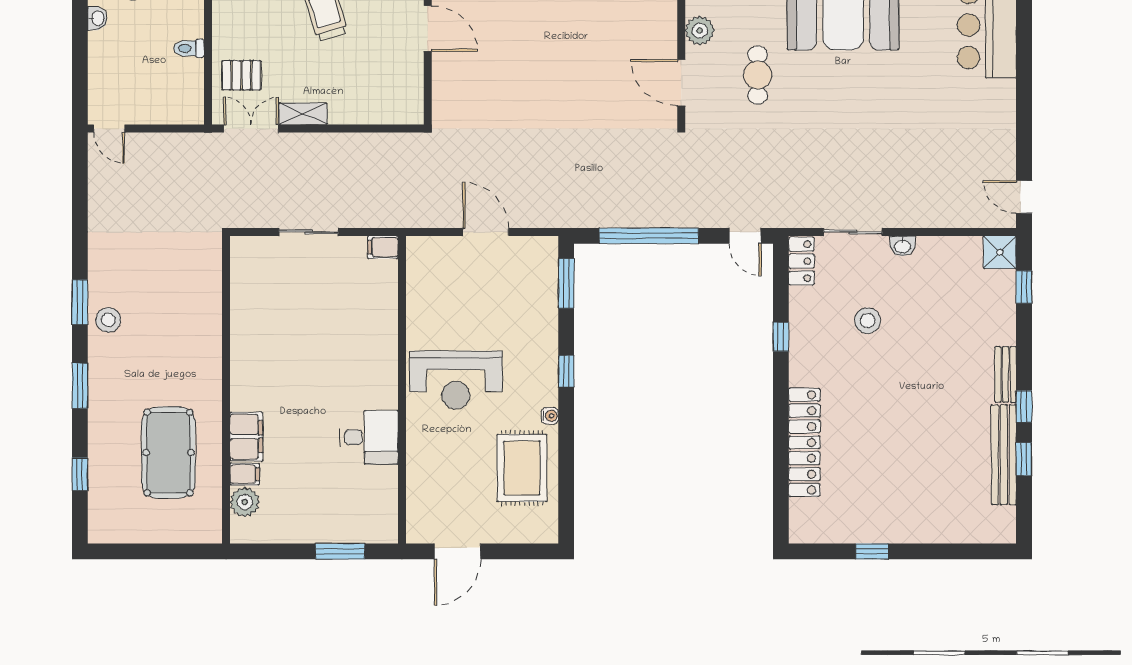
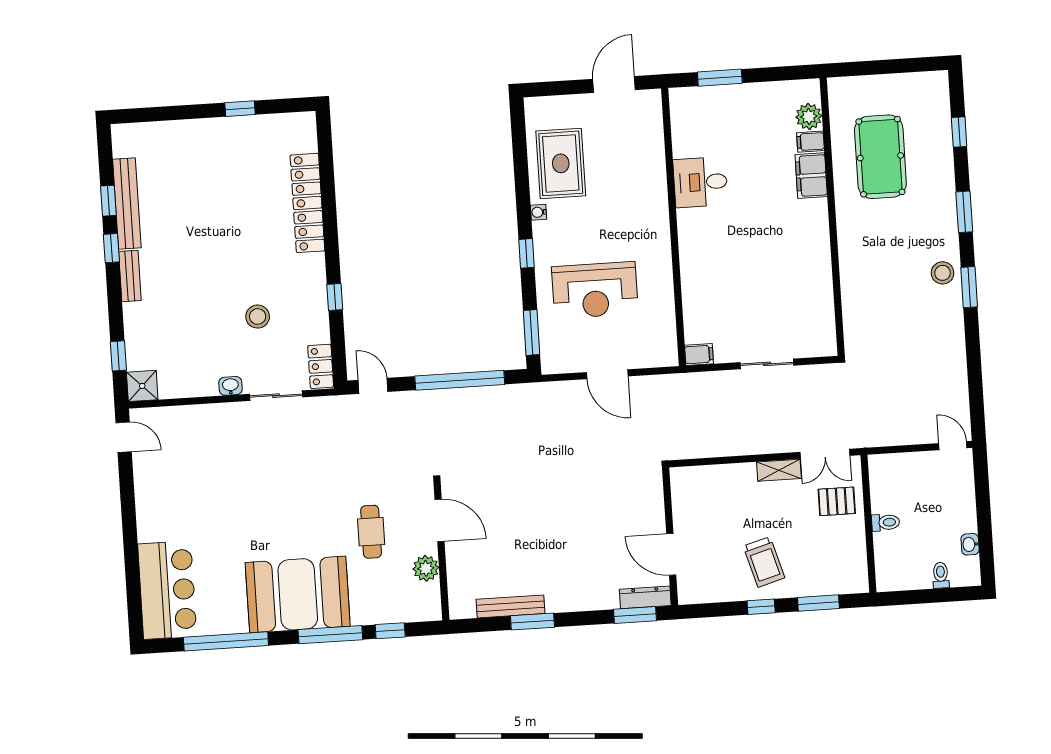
reception desk: (456, 380) -> (595, 290), moved, turned 180

